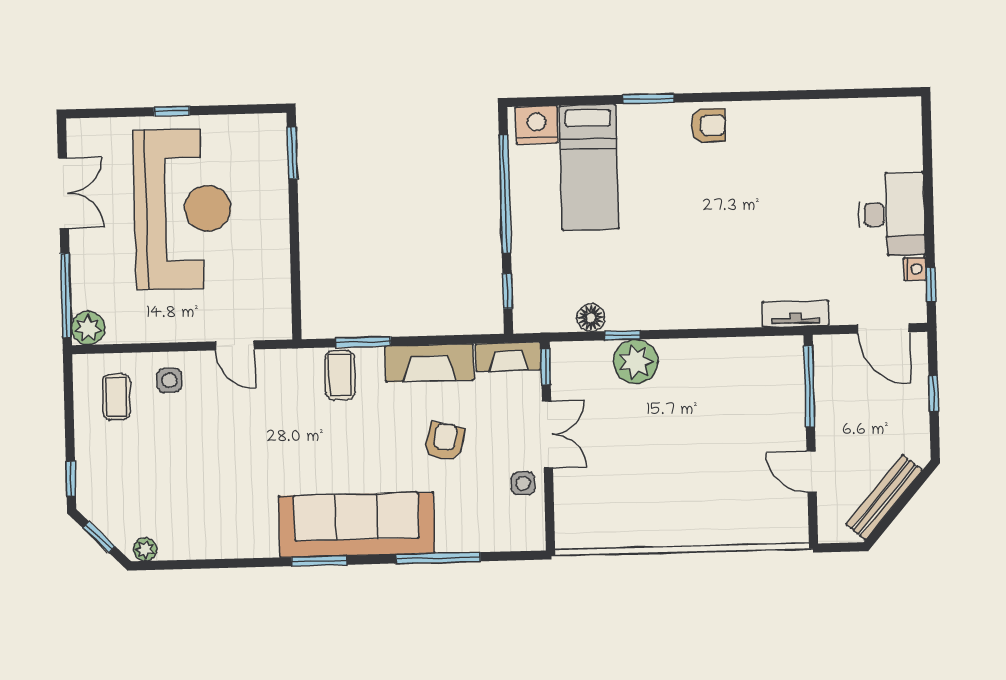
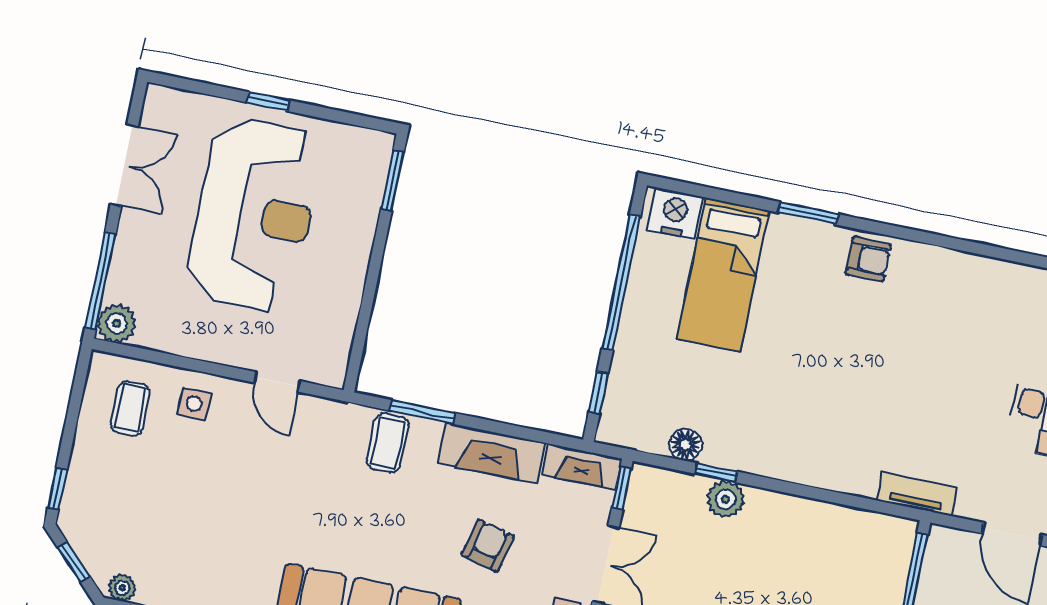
plant: (636, 362) -> (726, 499), width x0.73, depth x0.73

